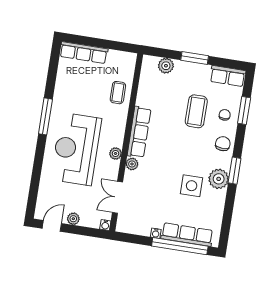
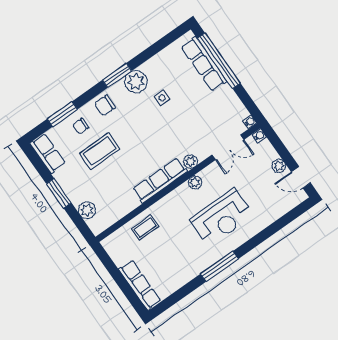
reception desk: (76, 149) -> (222, 217), width x0.74, depth x0.77
side table: (192, 186) -> (162, 98), width x0.54, depth x0.54
water cooler: (156, 233) -> (250, 122), moved

